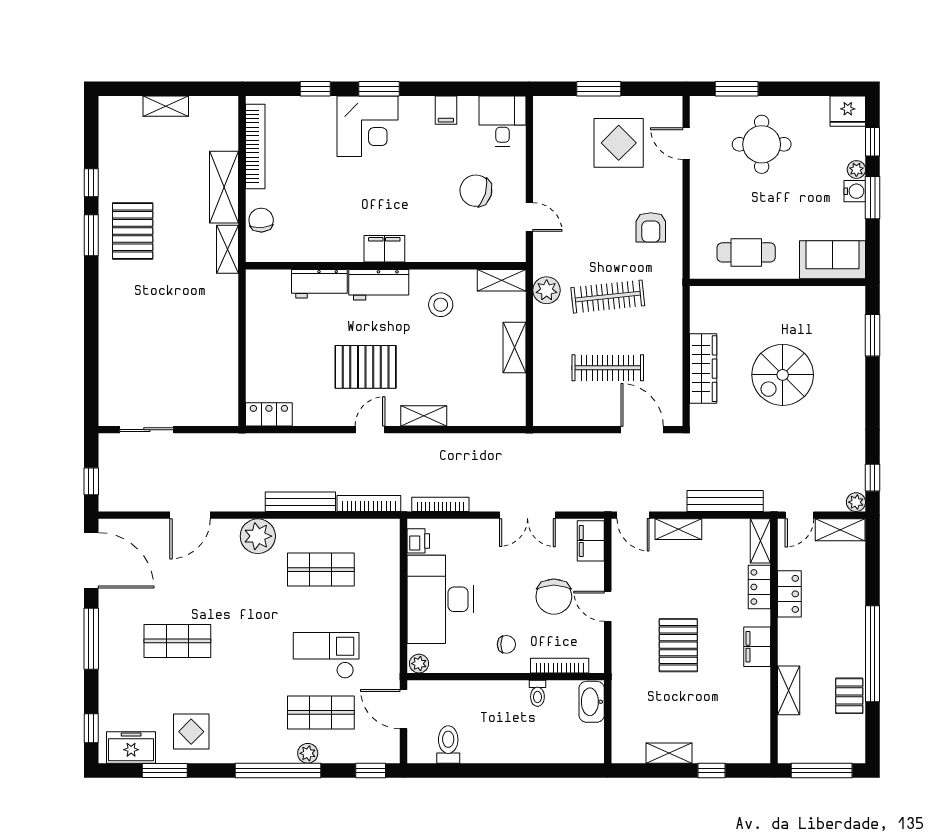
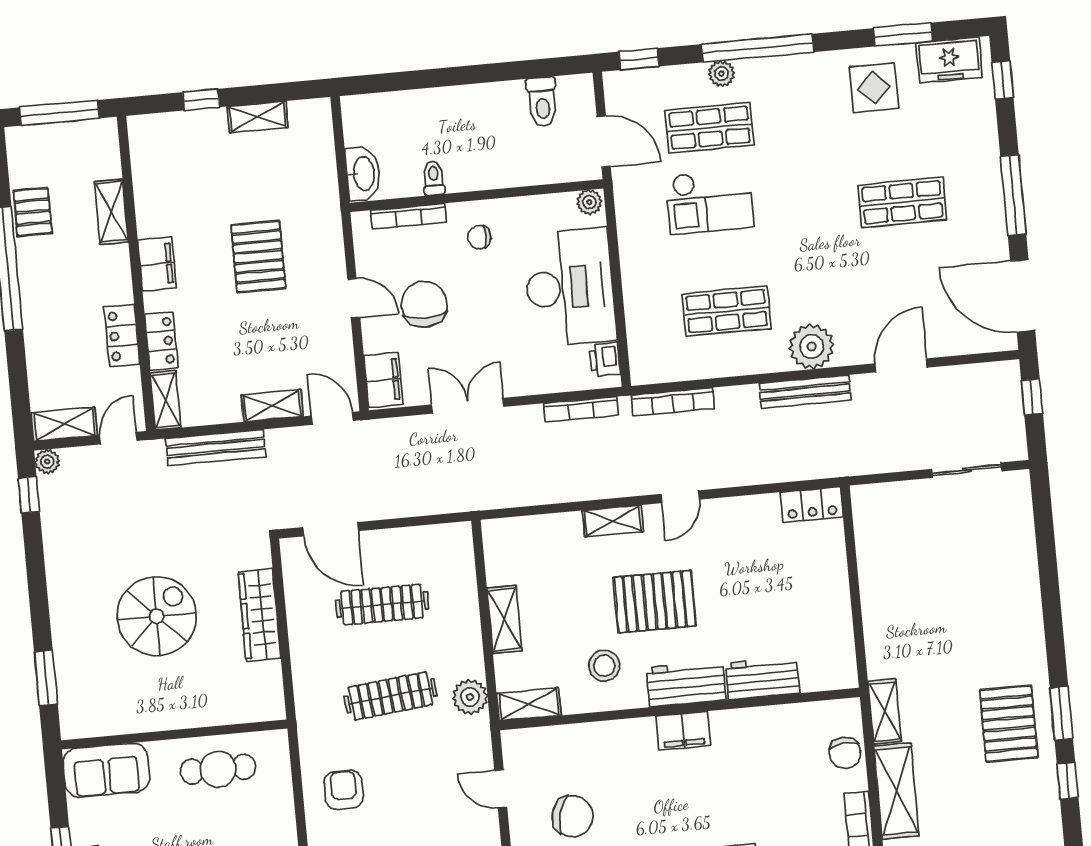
pallet: (366, 367) -> (655, 602), moved
bench: (300, 502) -> (805, 392), moved

